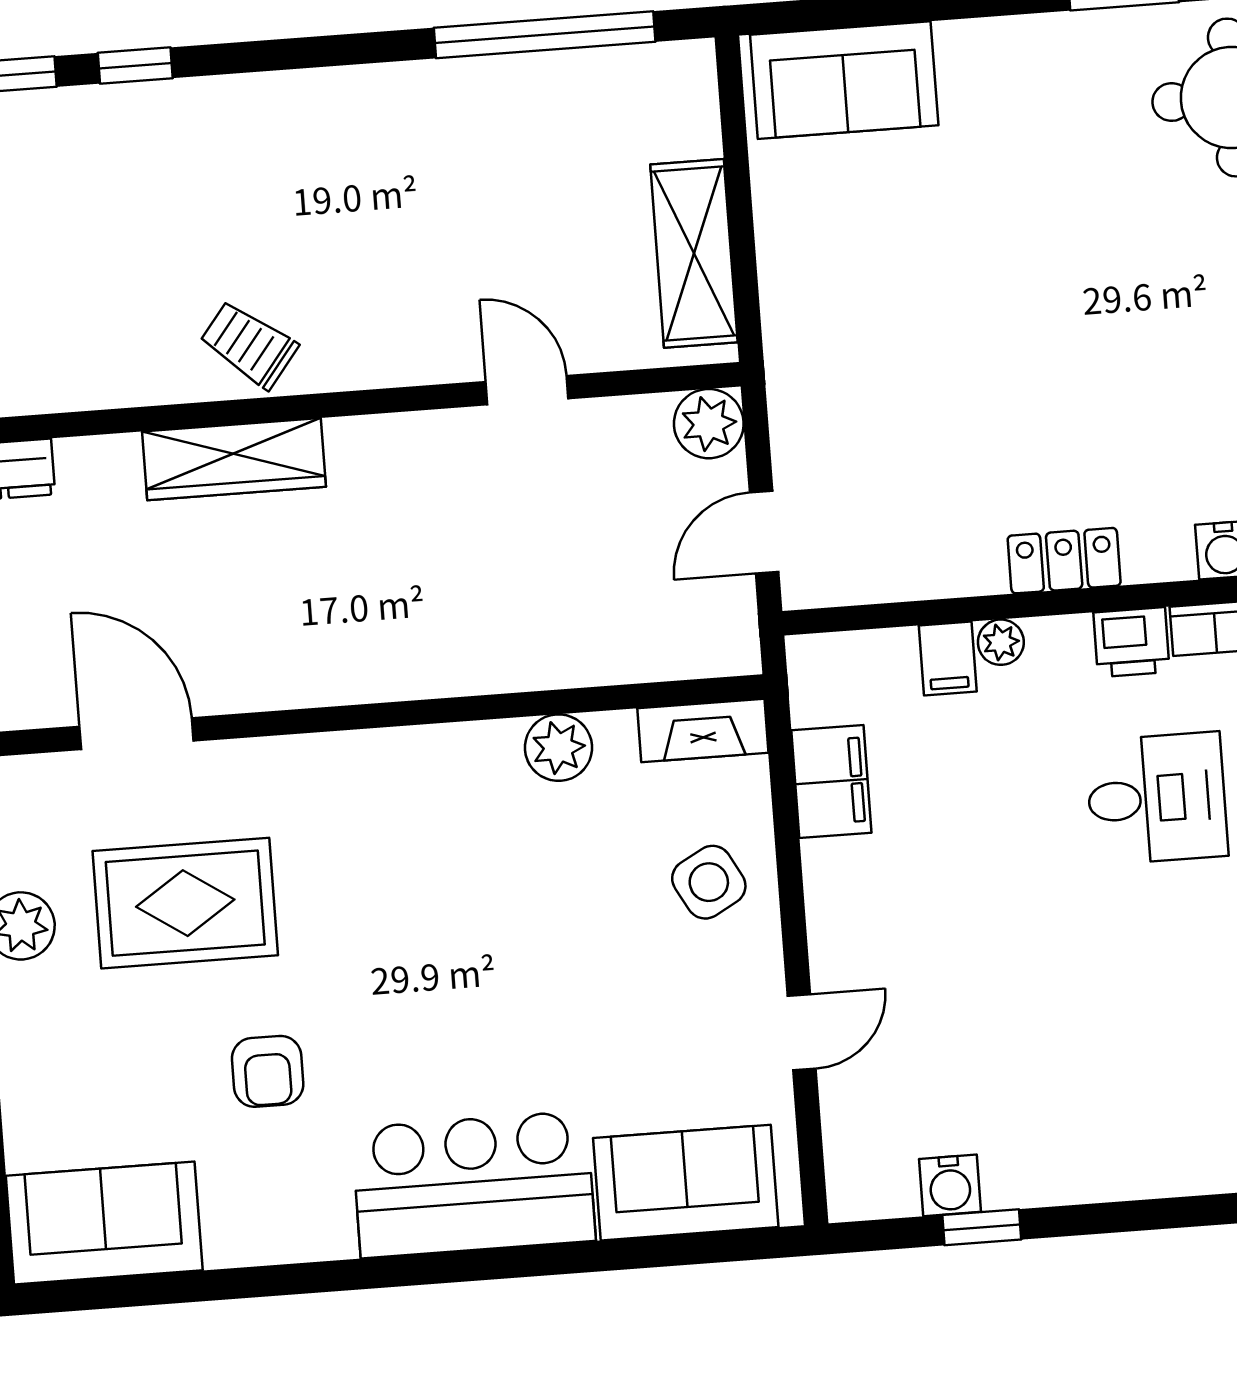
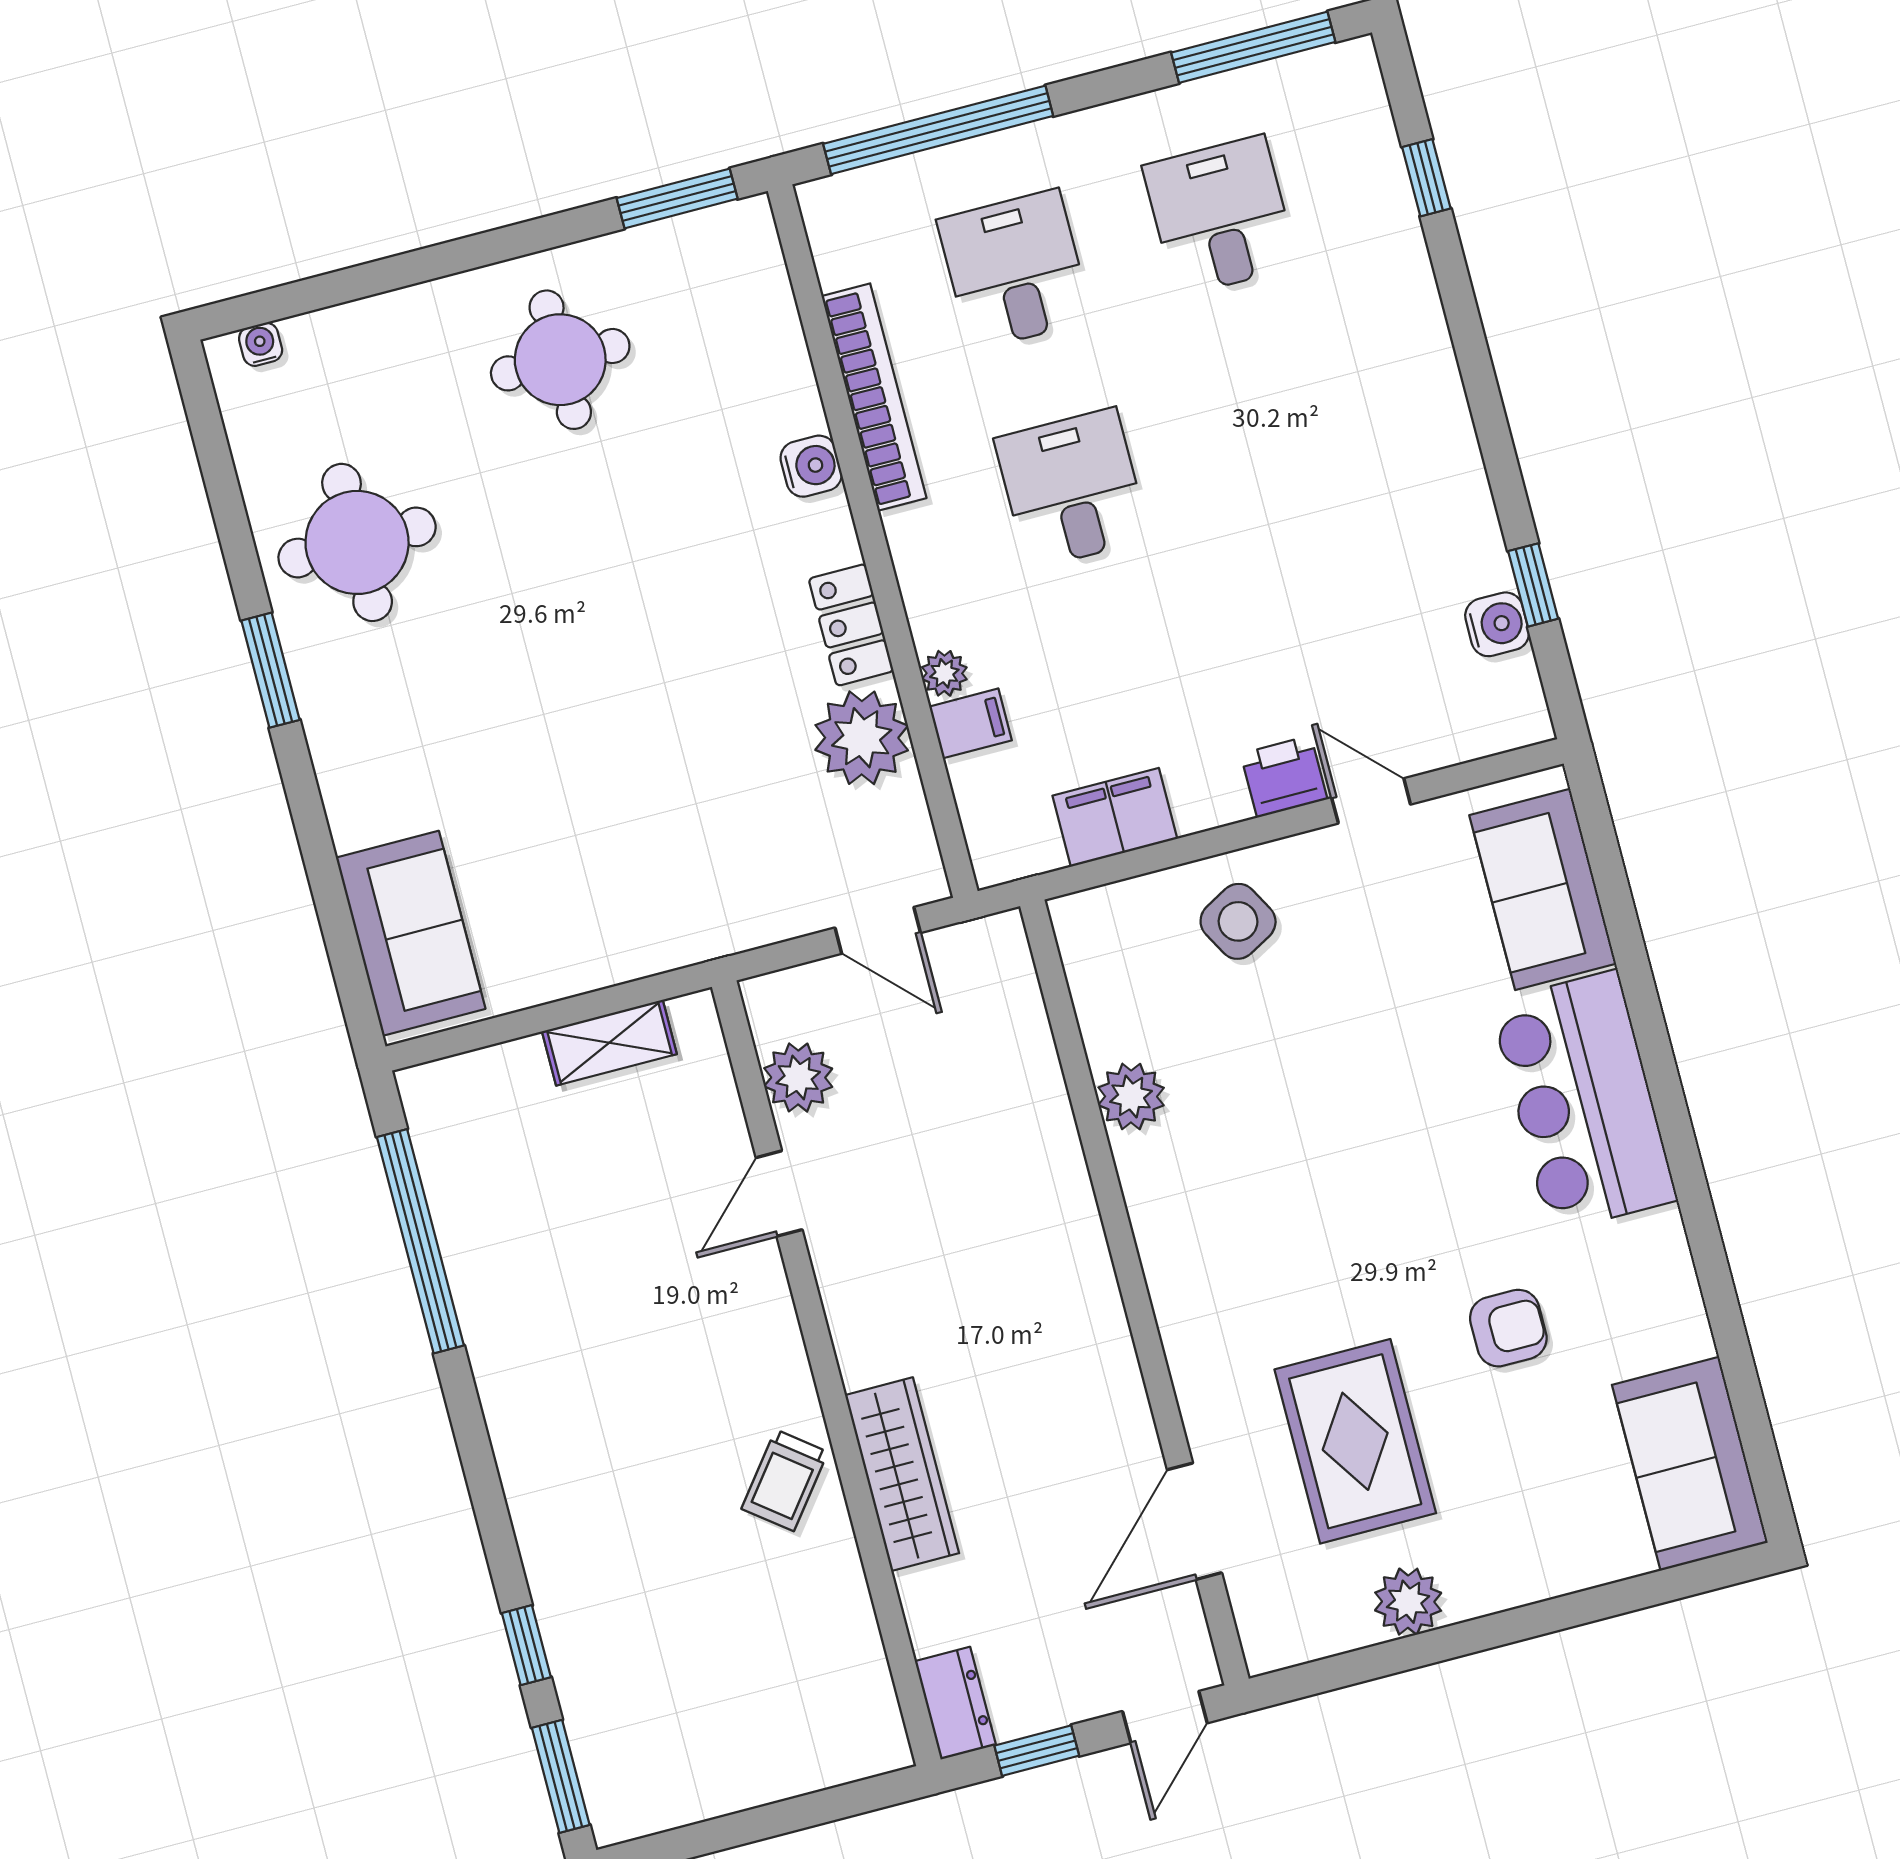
shelving: (694, 253) -> (609, 1043), width x0.67, depth x0.75
plant: (709, 424) -> (798, 1078), moved
plant: (953, 551) -> (862, 738), added
printer: (1131, 642) -> (1284, 777), moved, turned -90
fireplace: (703, 731) -> (1087, 955), removed

